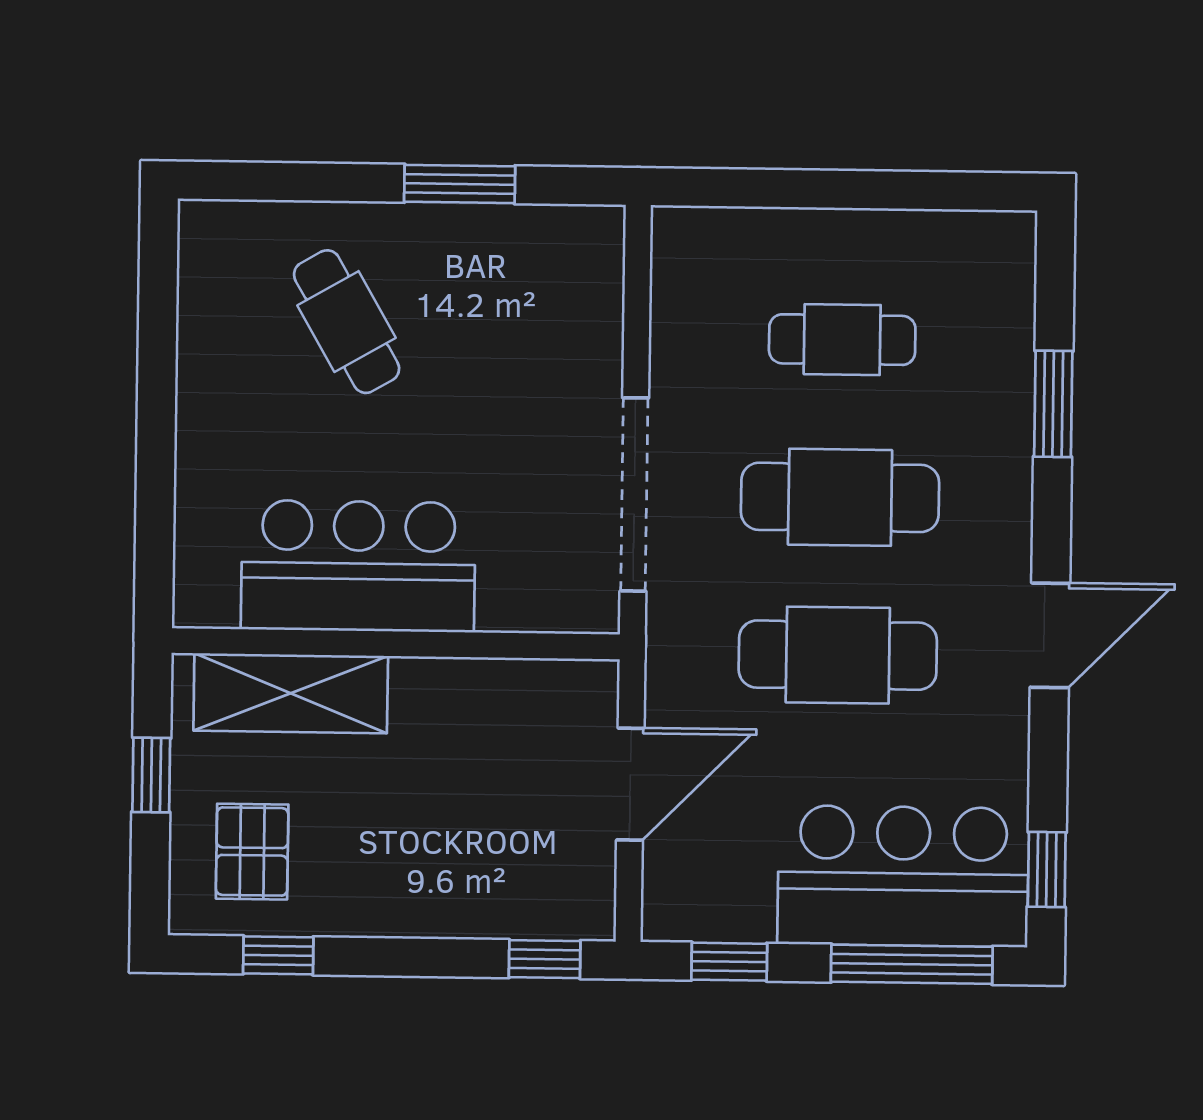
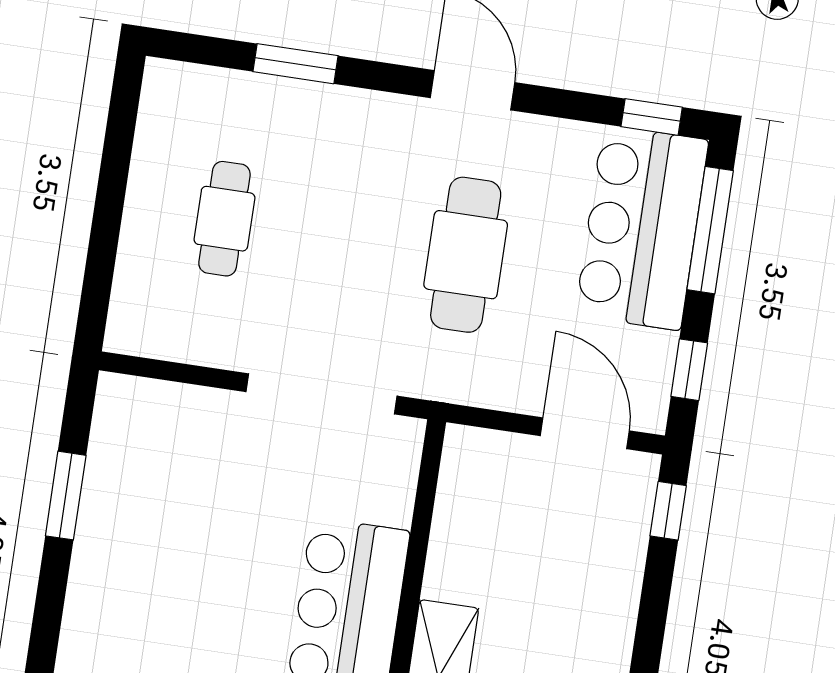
cafe table: (347, 322) -> (159, 596), removed
cafe table: (840, 497) -> (345, 237), removed
door: (630, 784) -> (585, 433), moved

